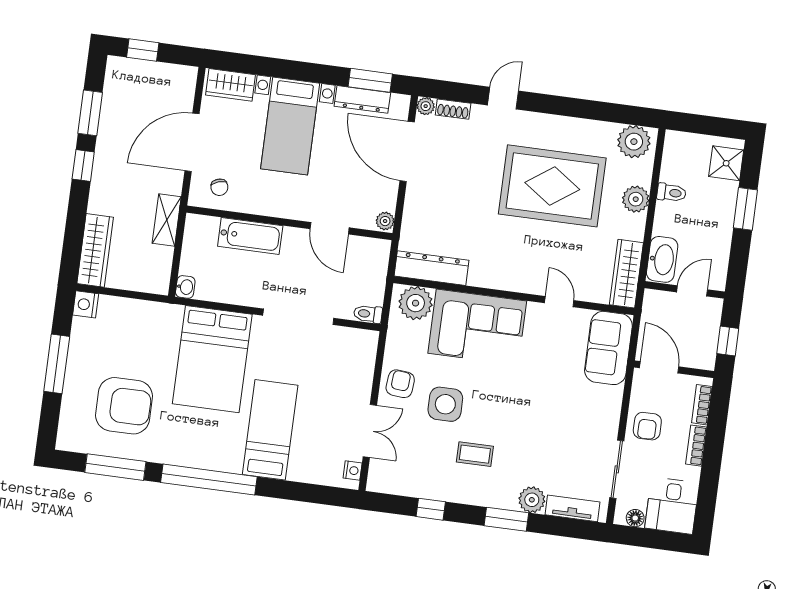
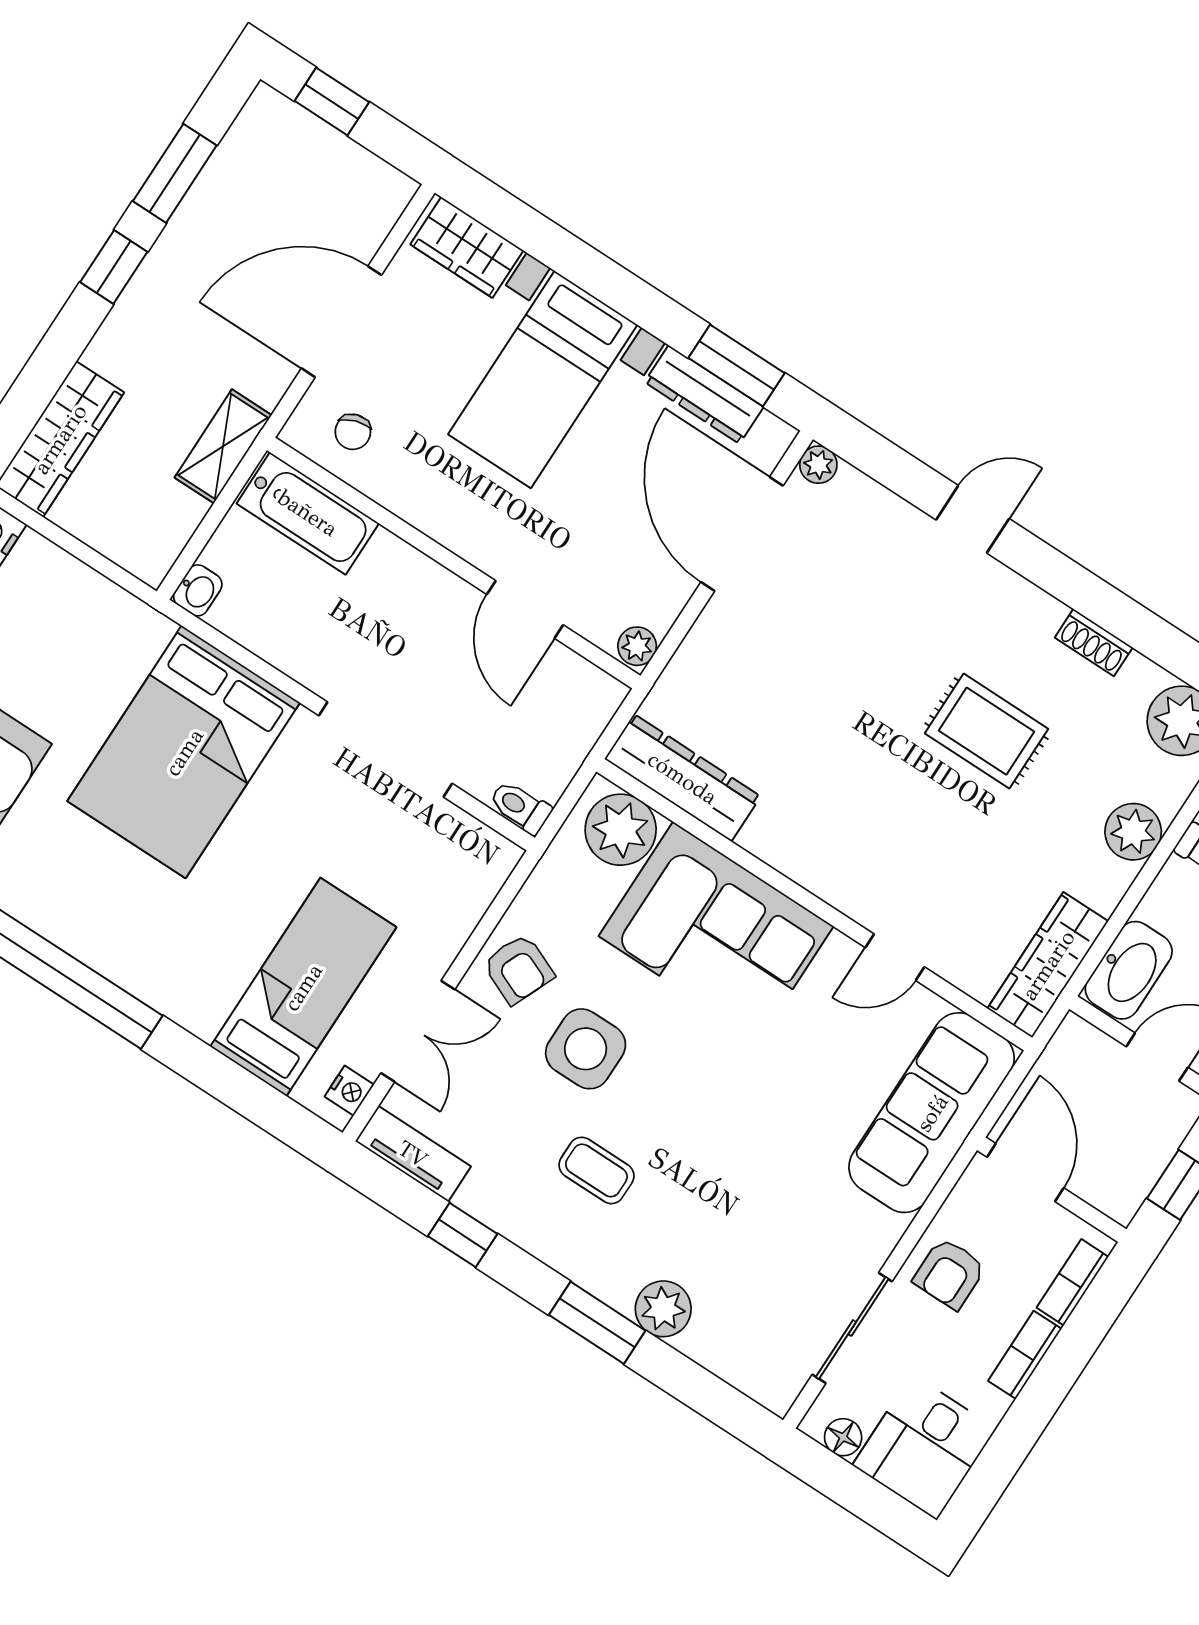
shoe rack: (453, 109) -> (1094, 642), moved
rug: (552, 186) -> (987, 731), width x0.54, depth x0.49
bathtub: (250, 236) -> (308, 513), moved
door: (559, 302) -> (895, 957), swing flipped
sofa: (608, 348) -> (932, 1113), width x1.36
armchair: (400, 384) -> (518, 969), turned 108
bed: (270, 430) -> (303, 987), moved
tv unit: (573, 508) -> (413, 1154), moved

